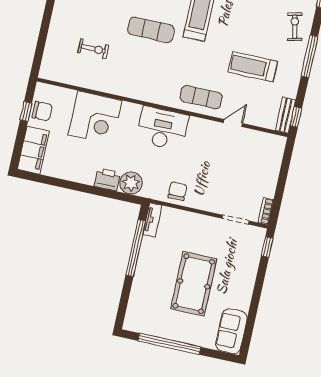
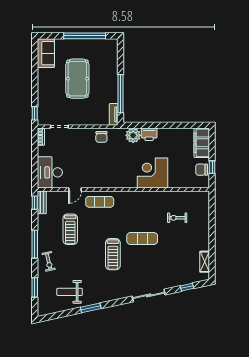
treadmill: (253, 67) -> (70, 229), turned 90
corner desk: (95, 118) -> (152, 173), moved
desk: (162, 128) -> (50, 172), moved, turned 90

